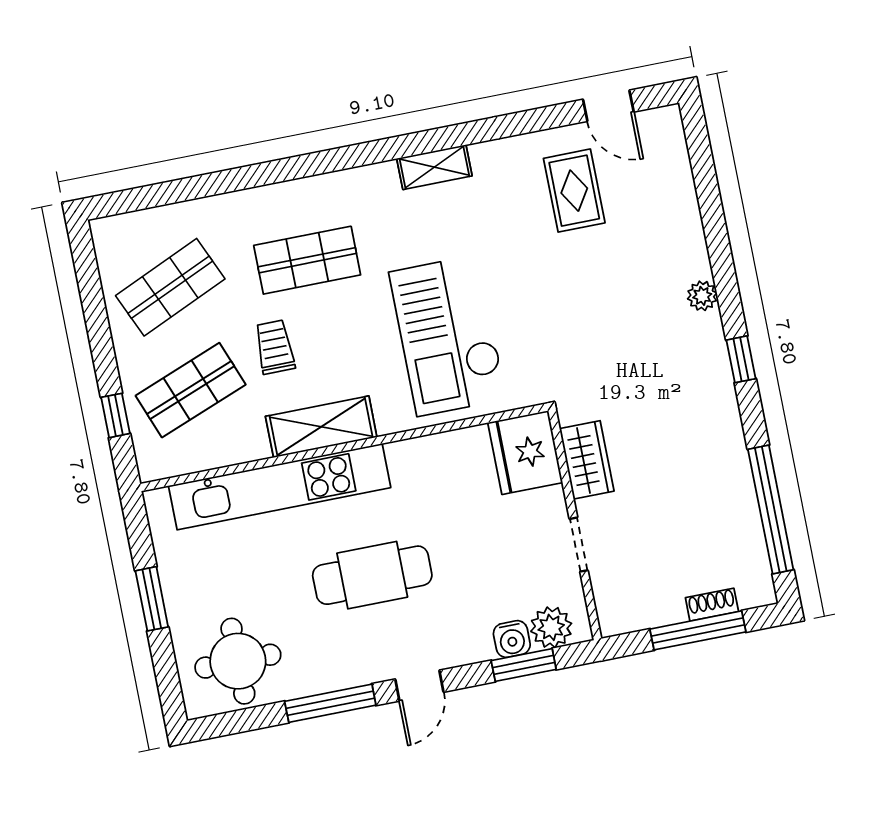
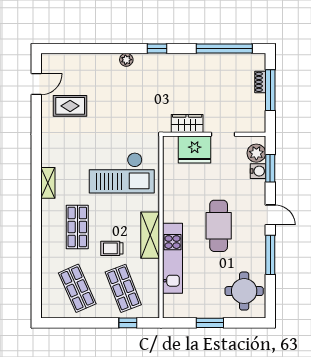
shelving: (434, 167) -> (48, 183), moved
fridge: (525, 453) -> (195, 149), moved
kitchen unit: (280, 487) -> (172, 258), width x0.73

